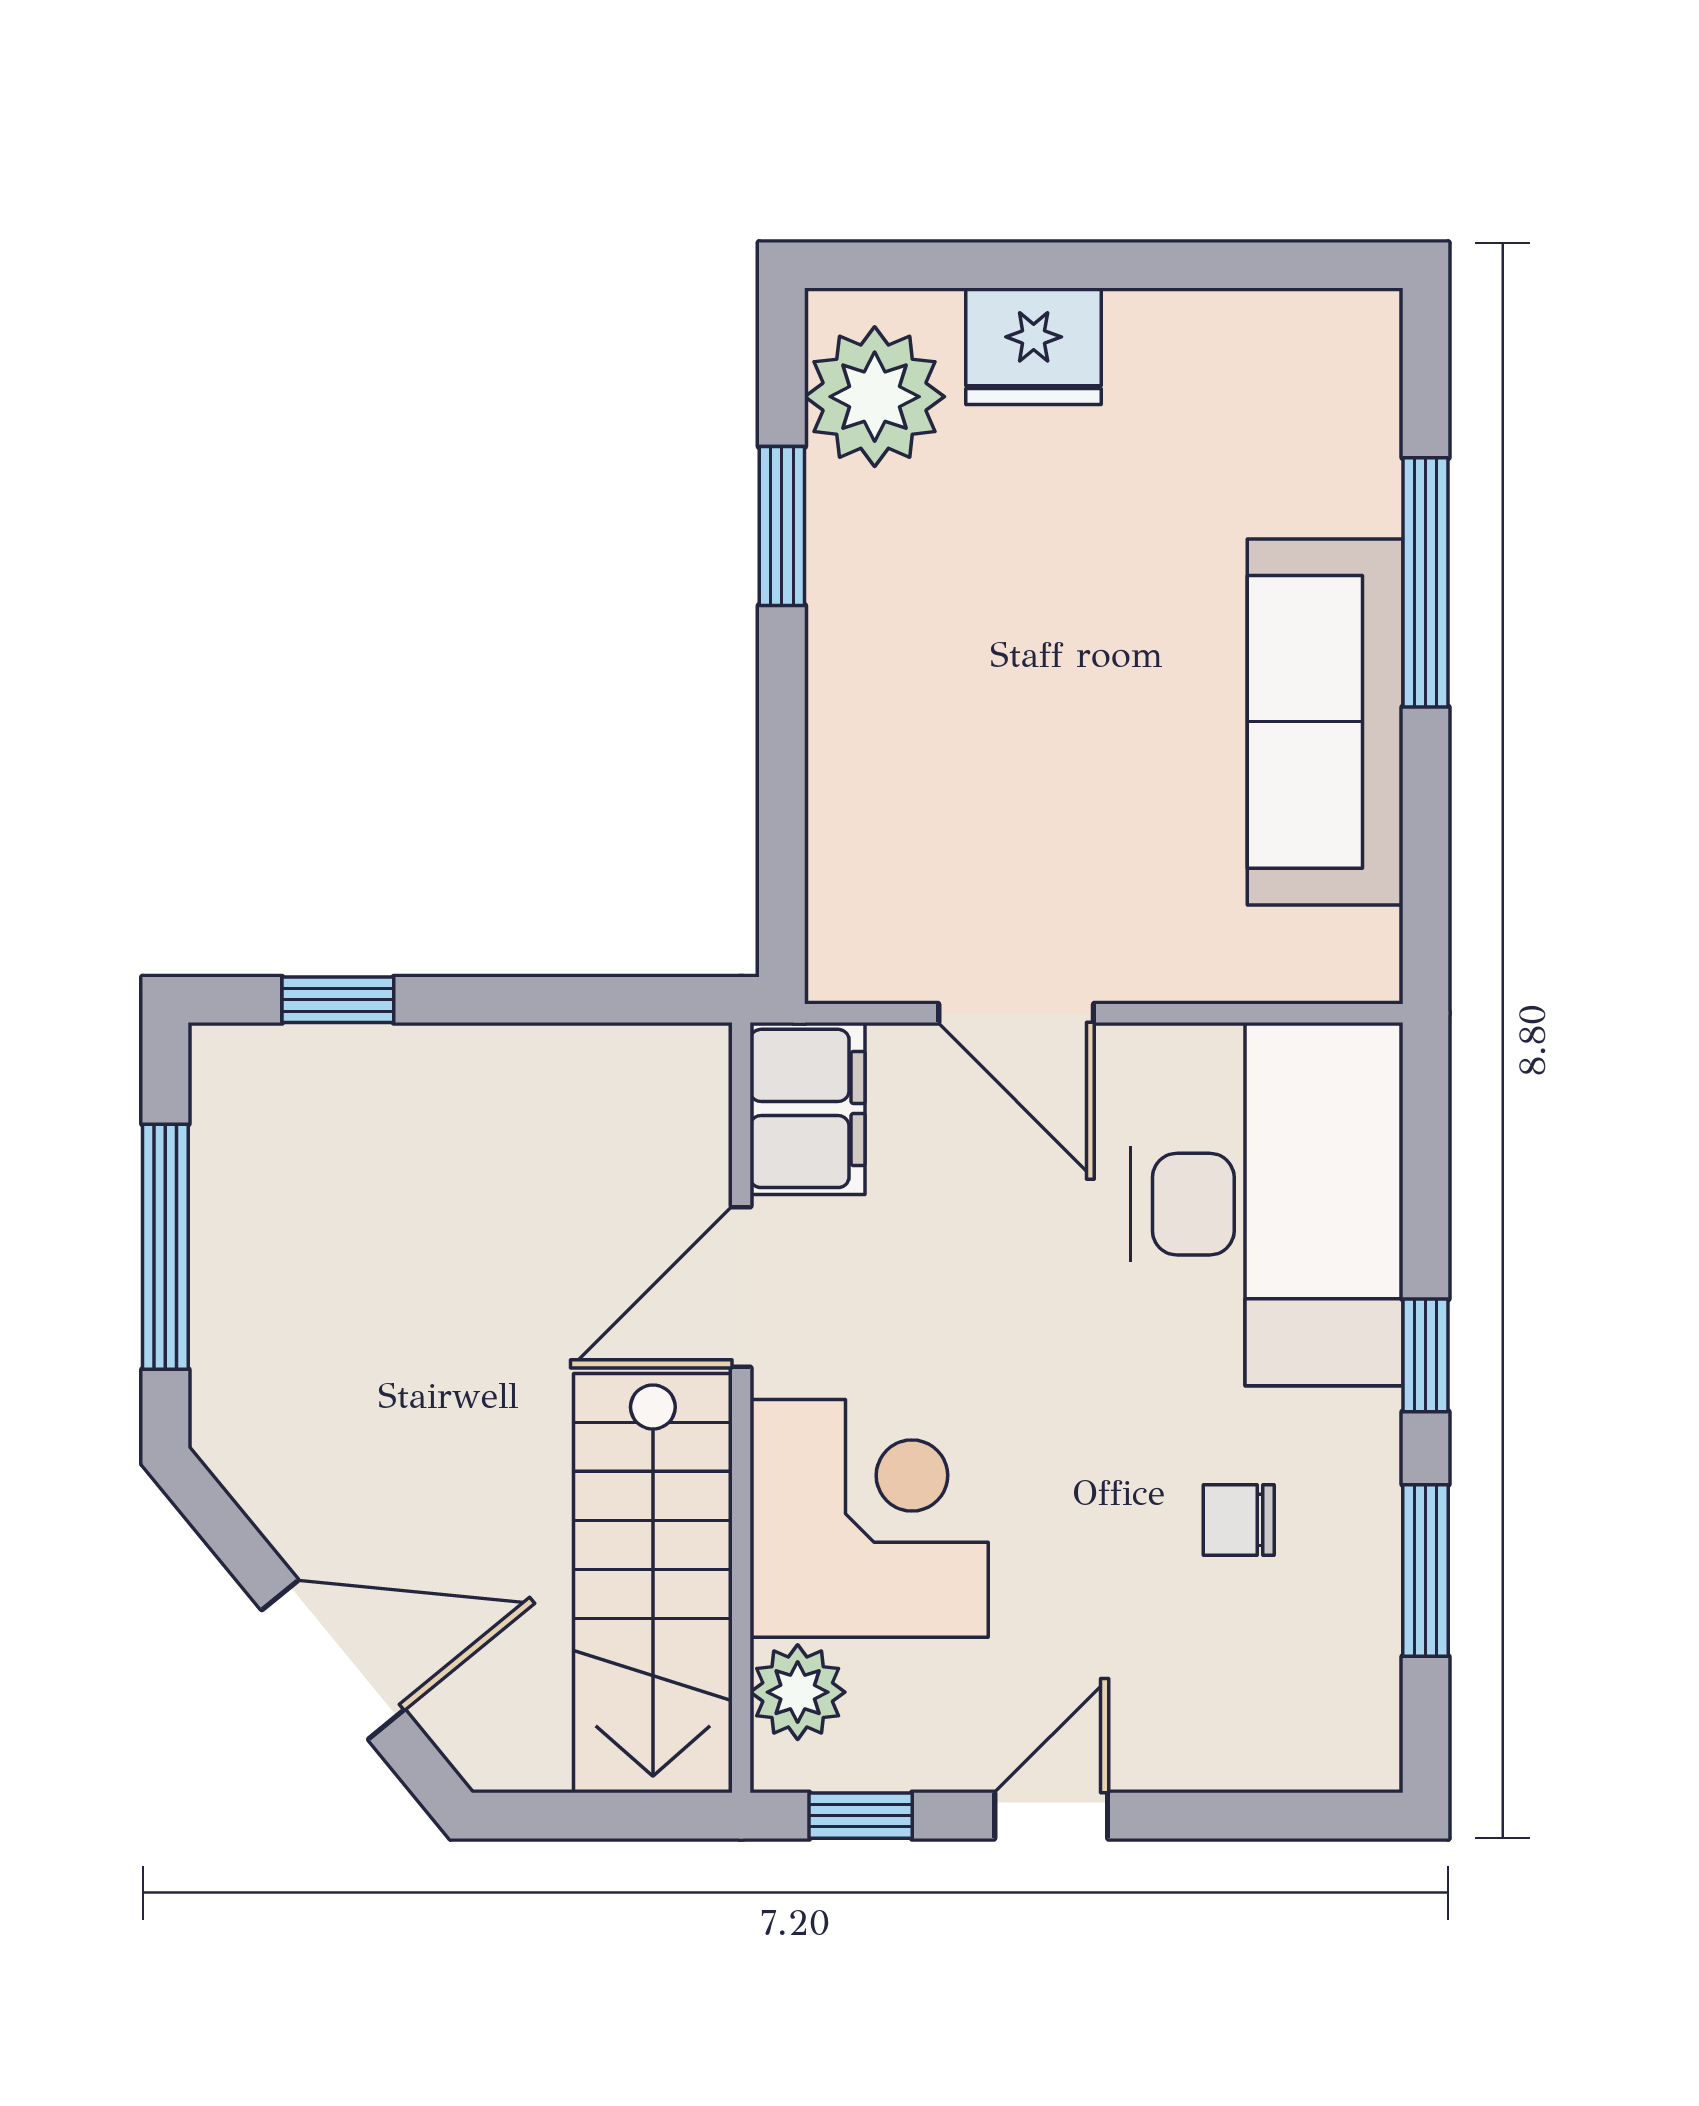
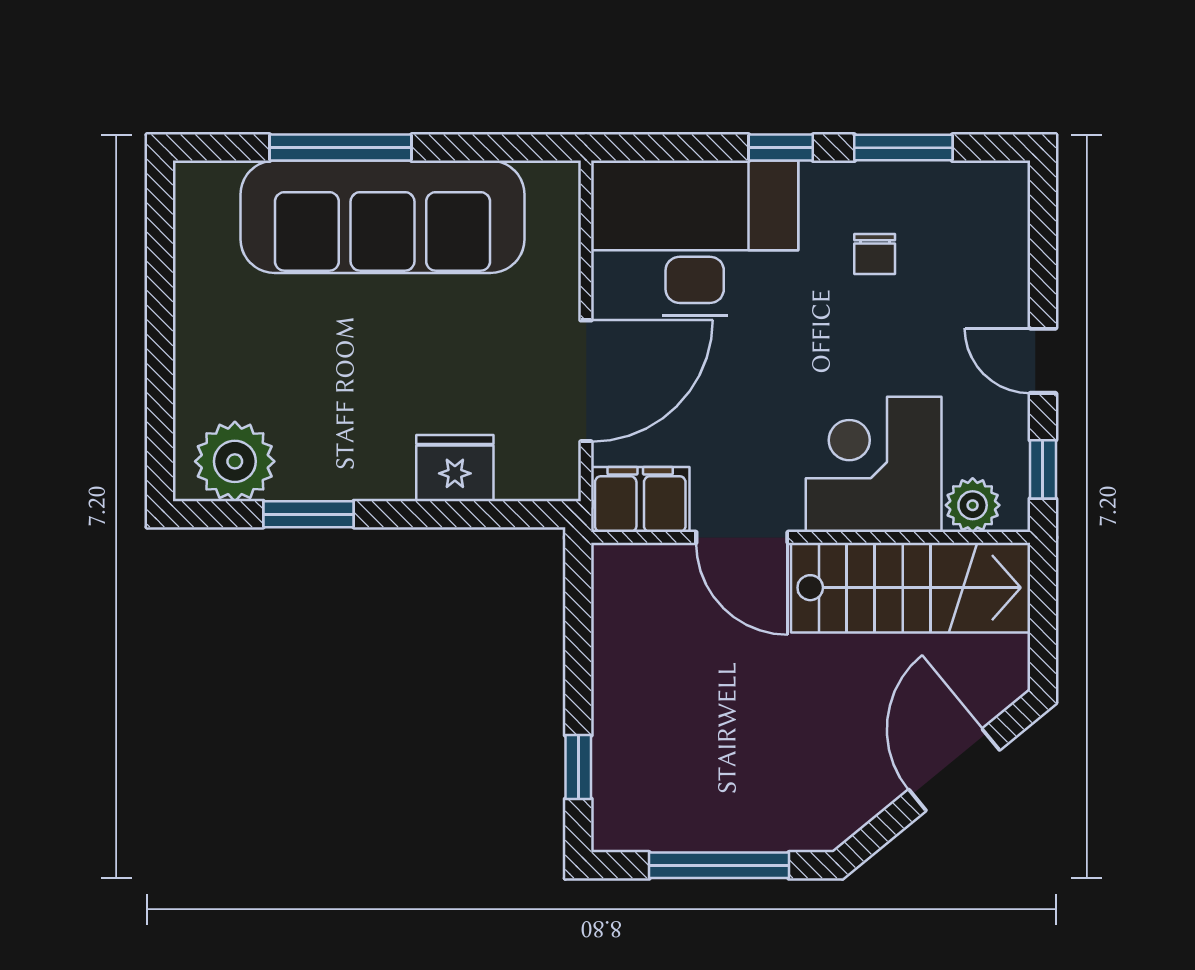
fridge: (1034, 346) -> (455, 468), moved, turned -90
sofa: (1325, 722) -> (383, 217), width x1.36, depth x1.27
door: (1016, 1013) -> (586, 381), width x1.36

